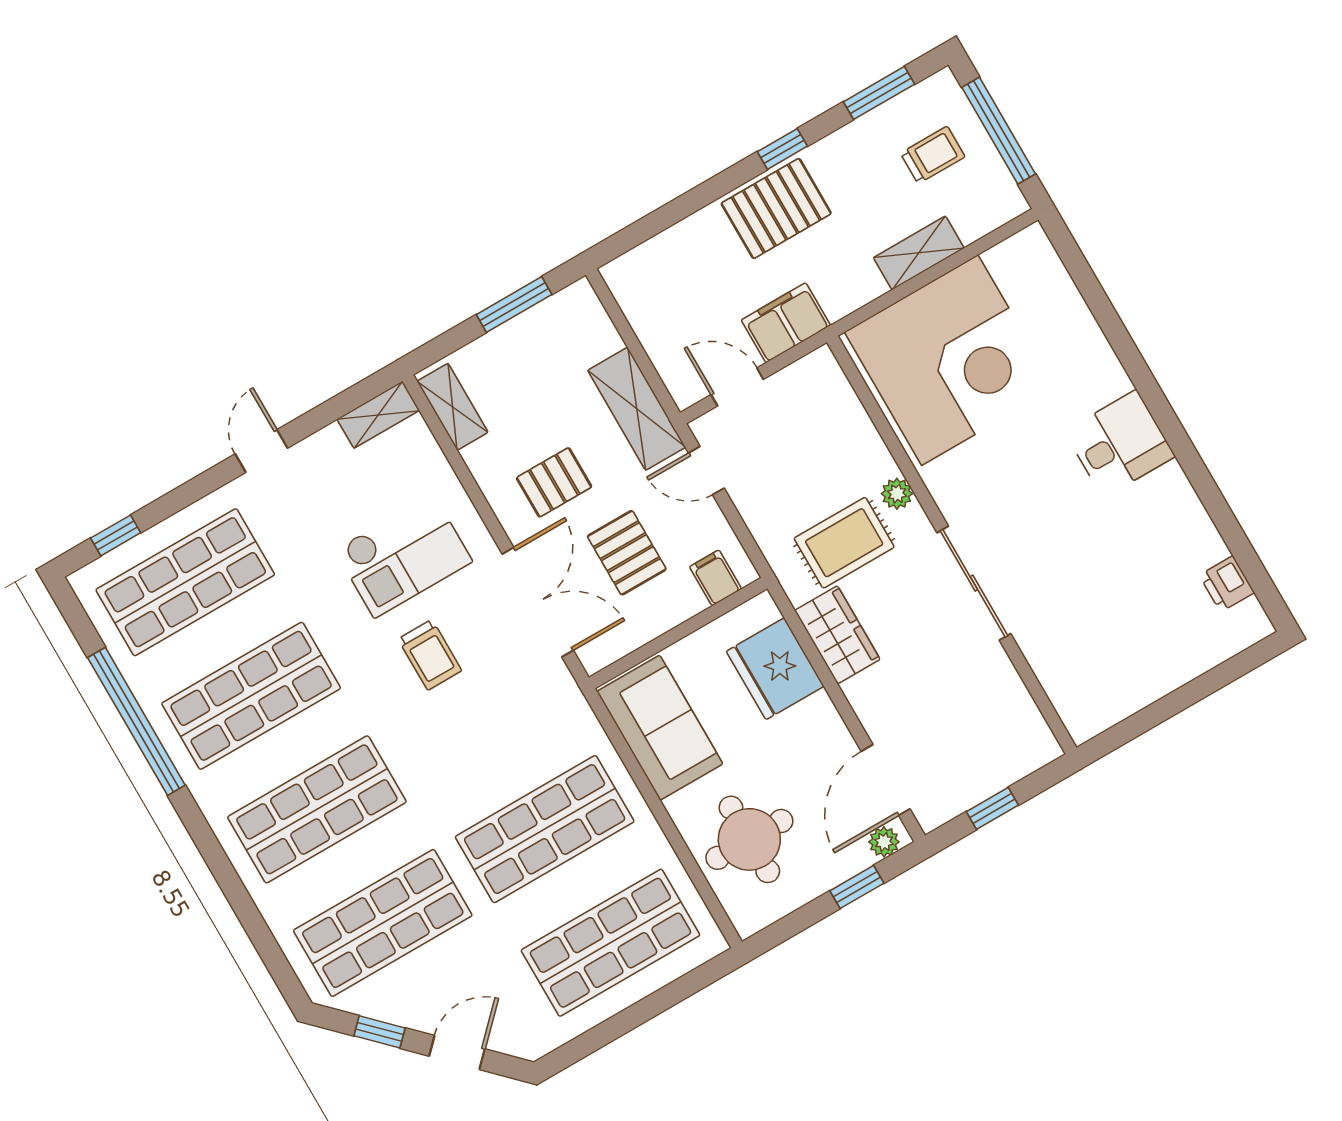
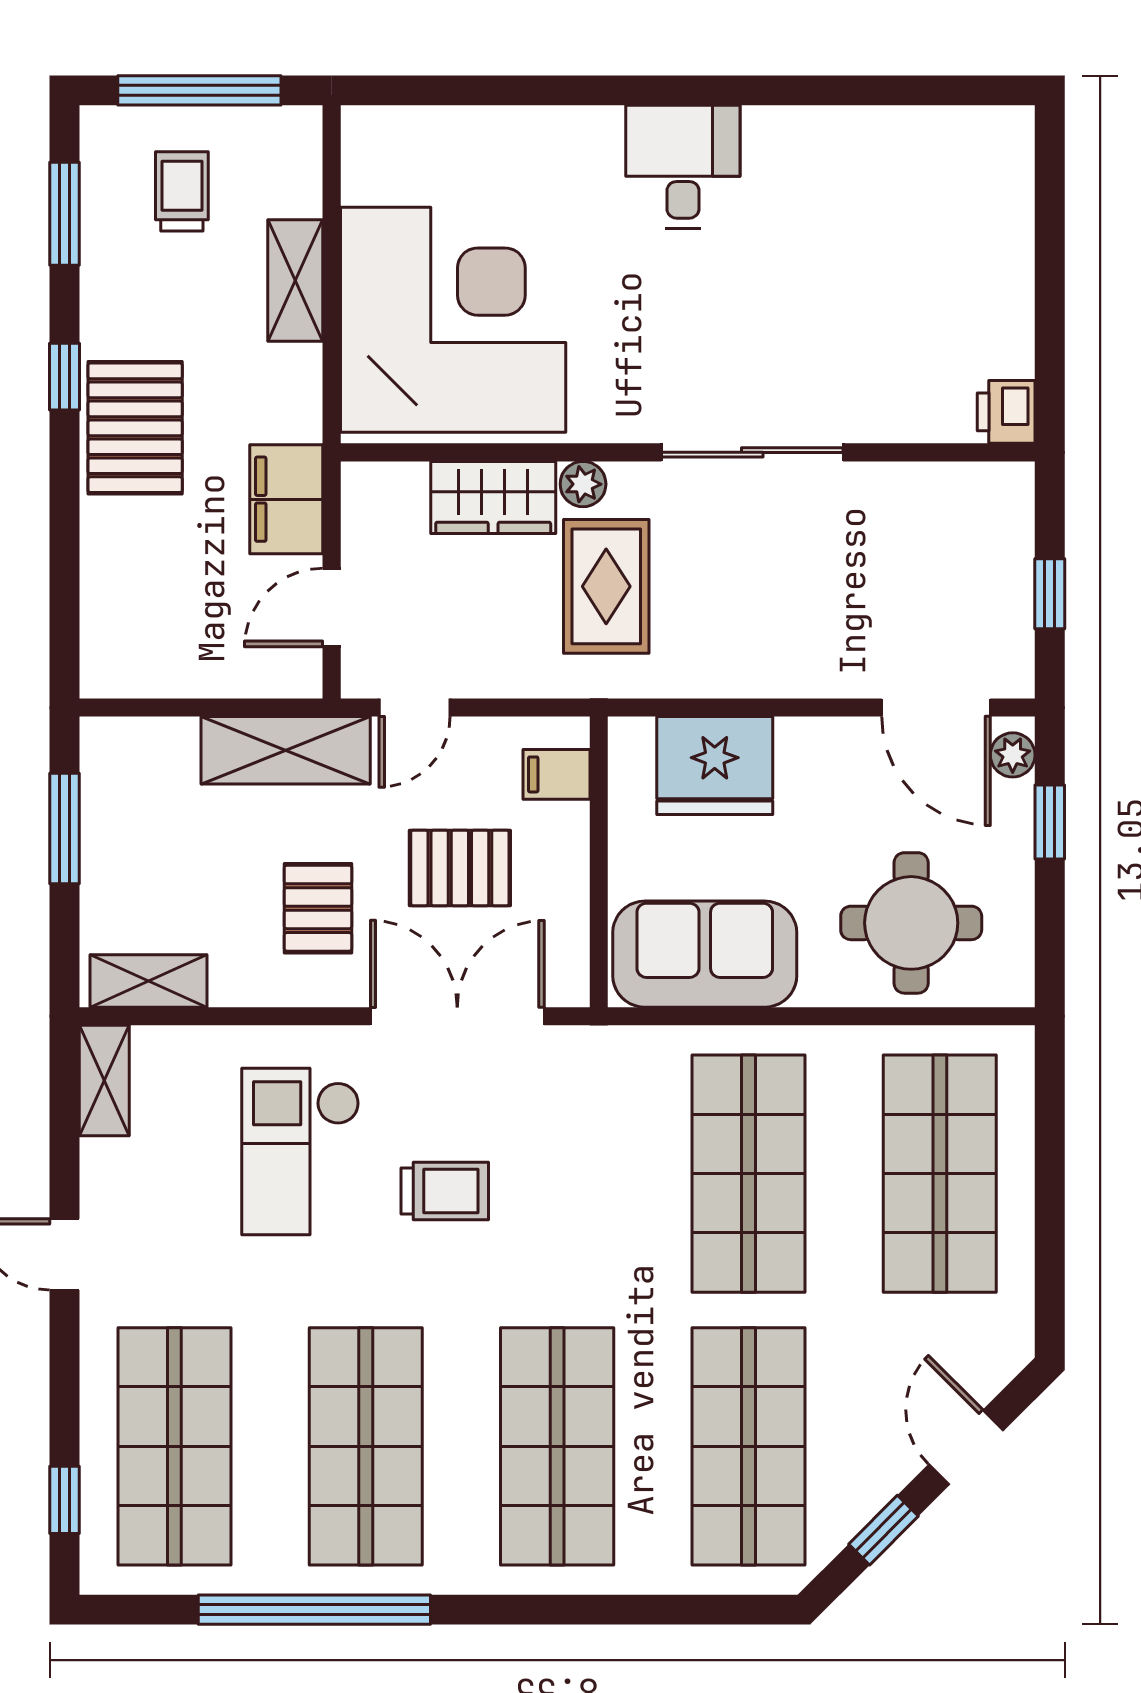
checkout: (404, 556) -> (301, 1152), turned 180
printer: (1227, 584) -> (1006, 412), moved, turned 90
wardrobe: (837, 635) -> (493, 497), moved, turned 180

